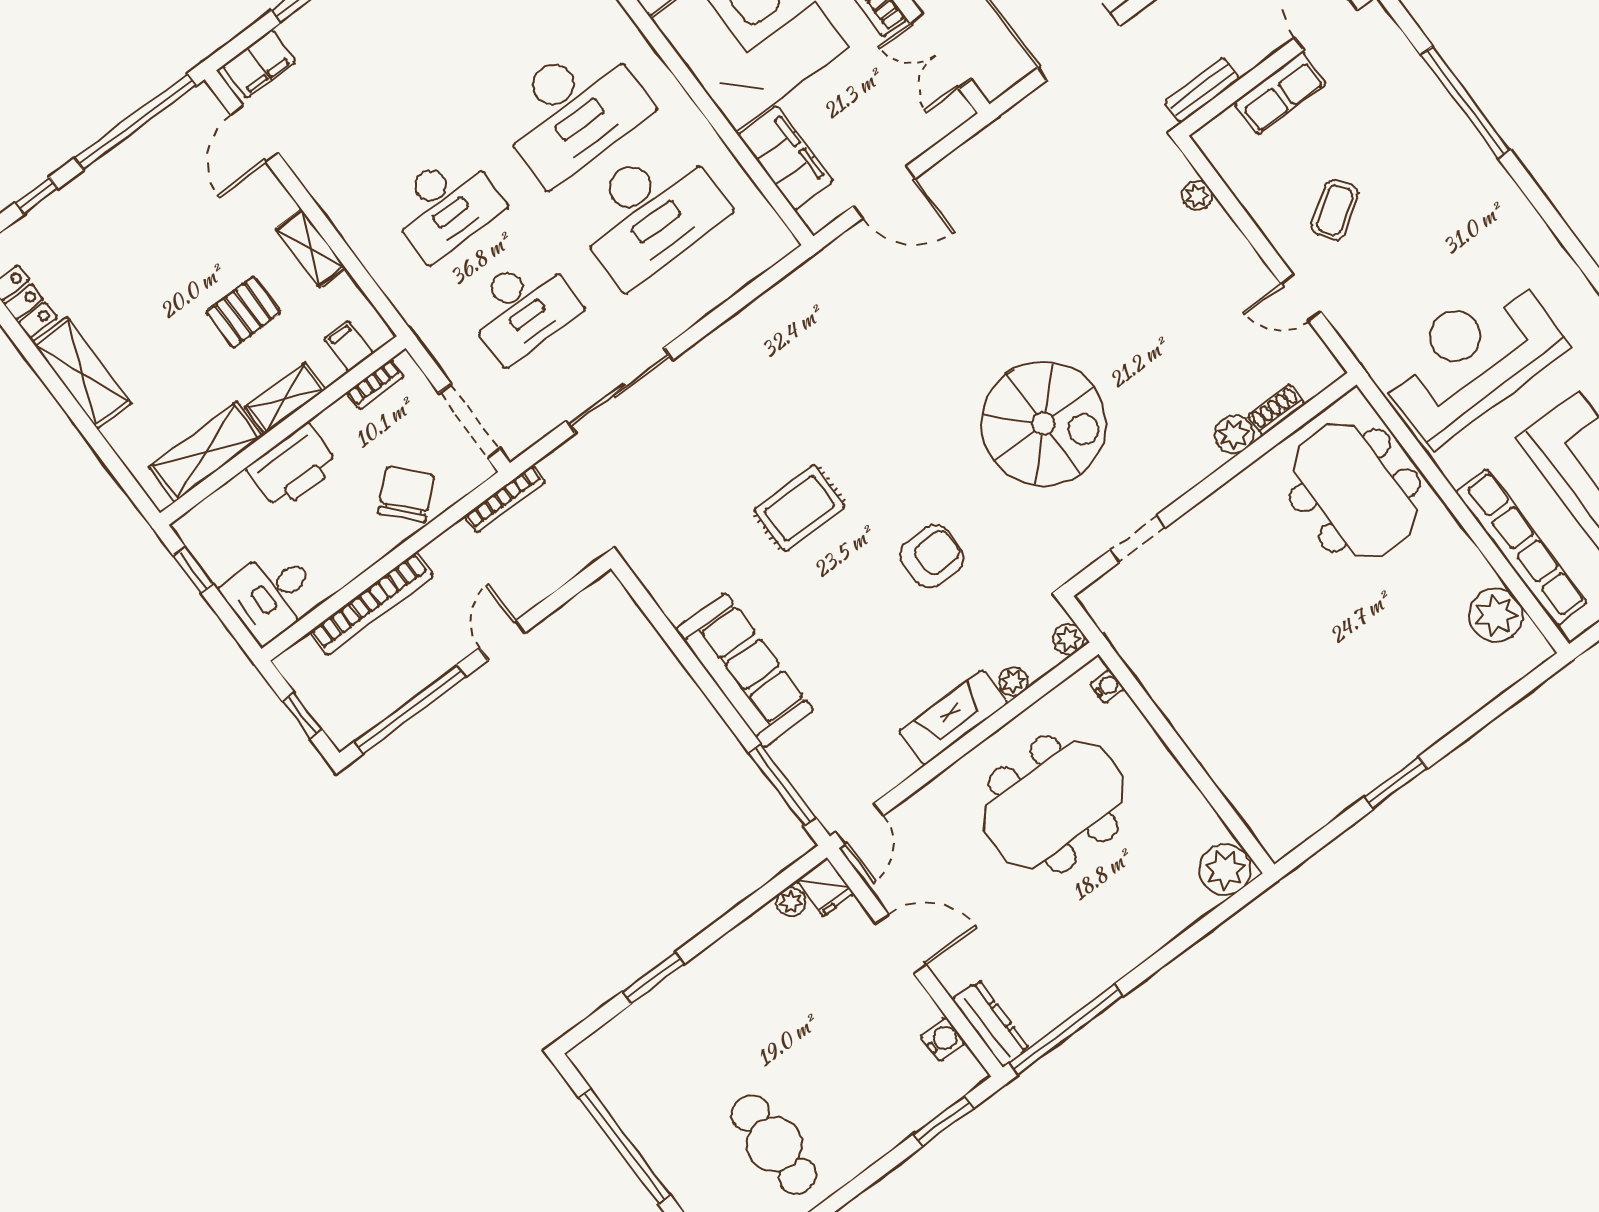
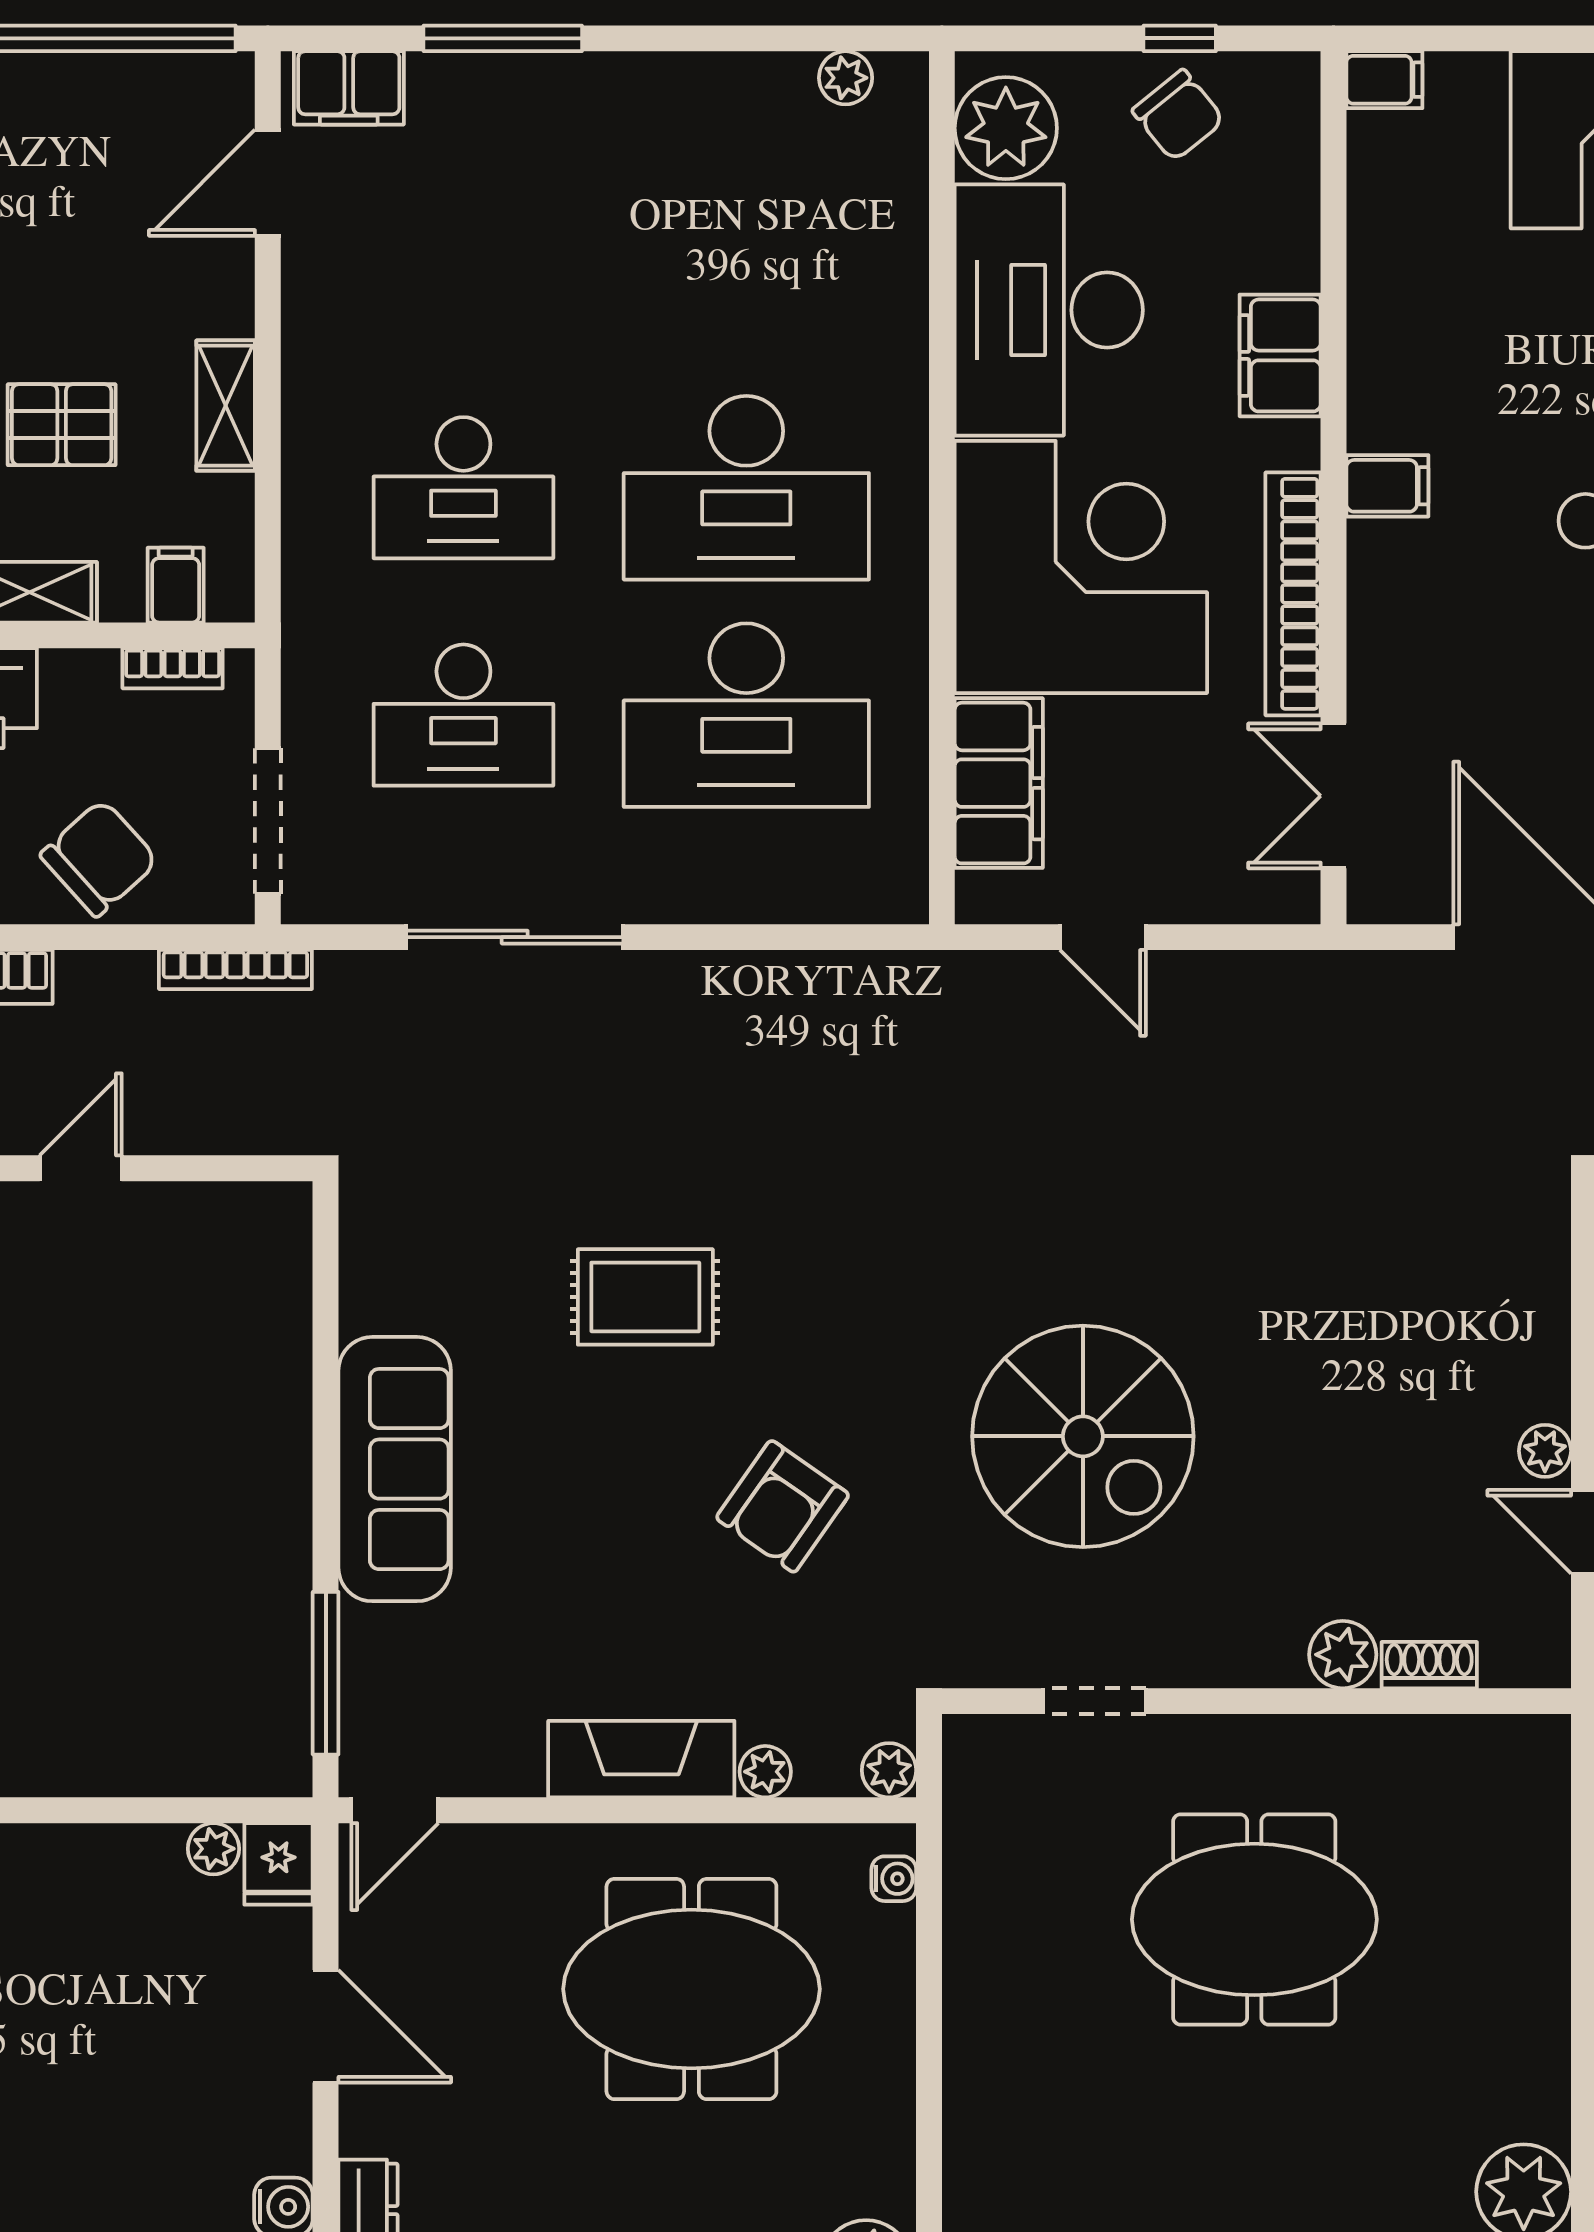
door: (884, 192) -> (1103, 937), width x0.73
plant: (1197, 196) -> (1545, 1451), moved
meeting table: (1355, 490) -> (1254, 1919), moved, turned 90
armchair: (932, 556) -> (783, 1506), turned 125

